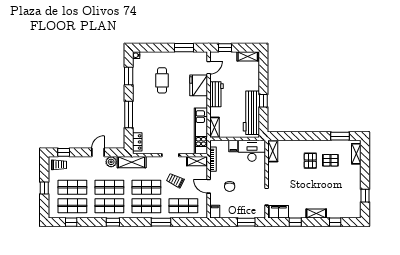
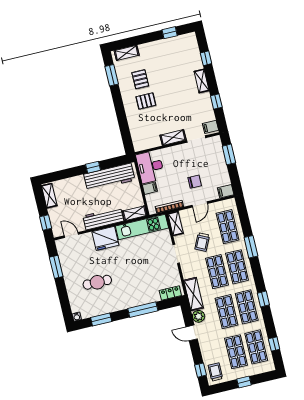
fridge: (199, 85) -> (105, 238), moved
workbench: (216, 94) -> (103, 219), width x1.38
shelving: (273, 151) -> (173, 138), moved
filing cabinet: (279, 212) -> (210, 127), width x0.50

